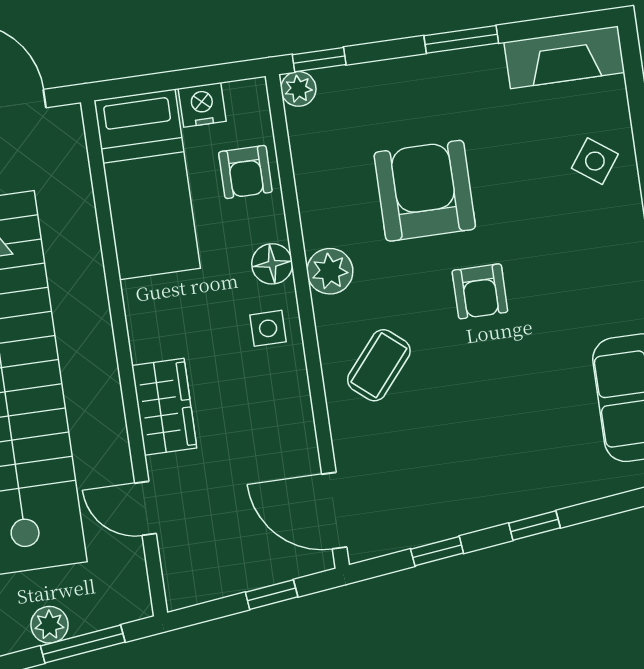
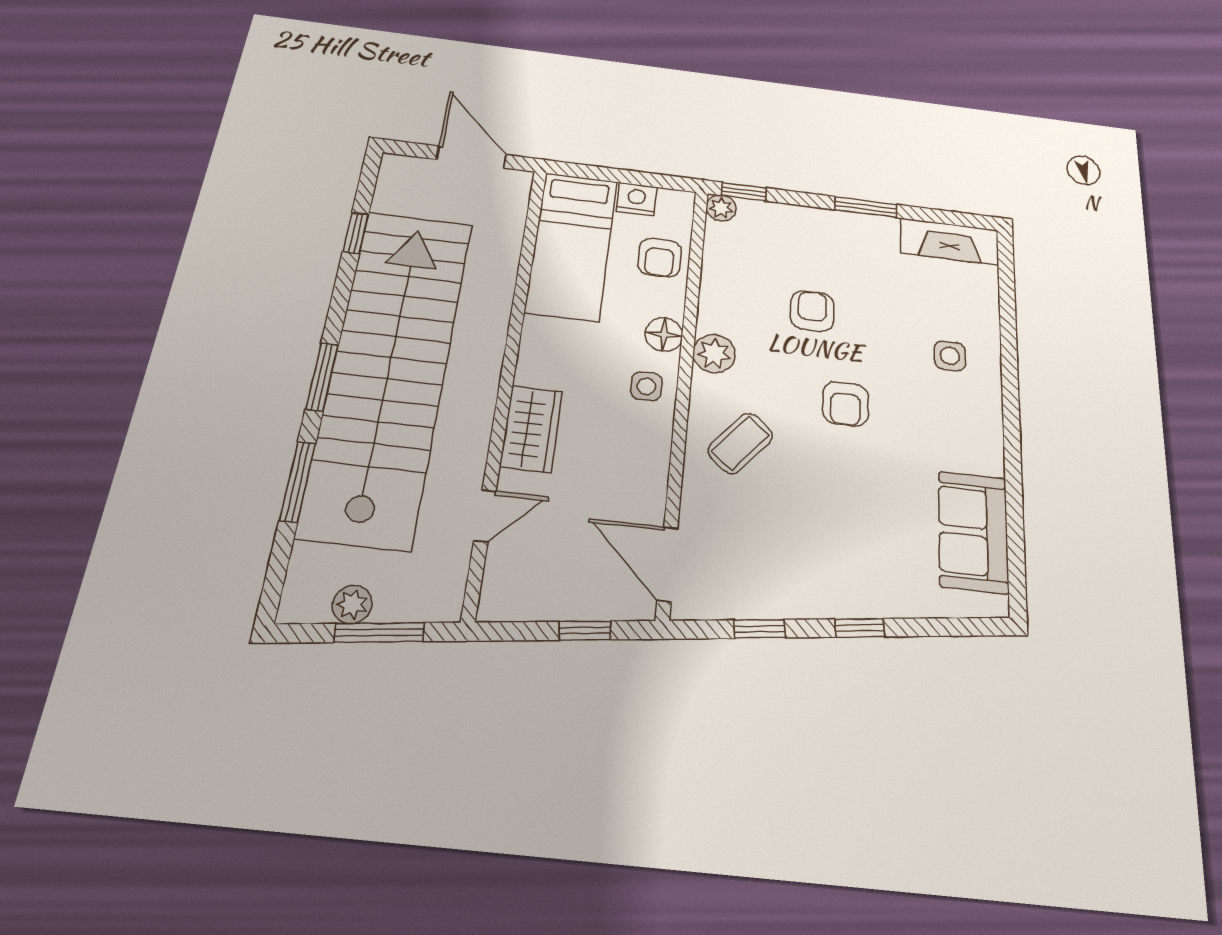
side table: (595, 161) -> (950, 356), moved, turned -36
armchair: (425, 191) -> (812, 311), width x0.53, depth x0.53
door: (146, 508) -> (485, 516), swing flipped

